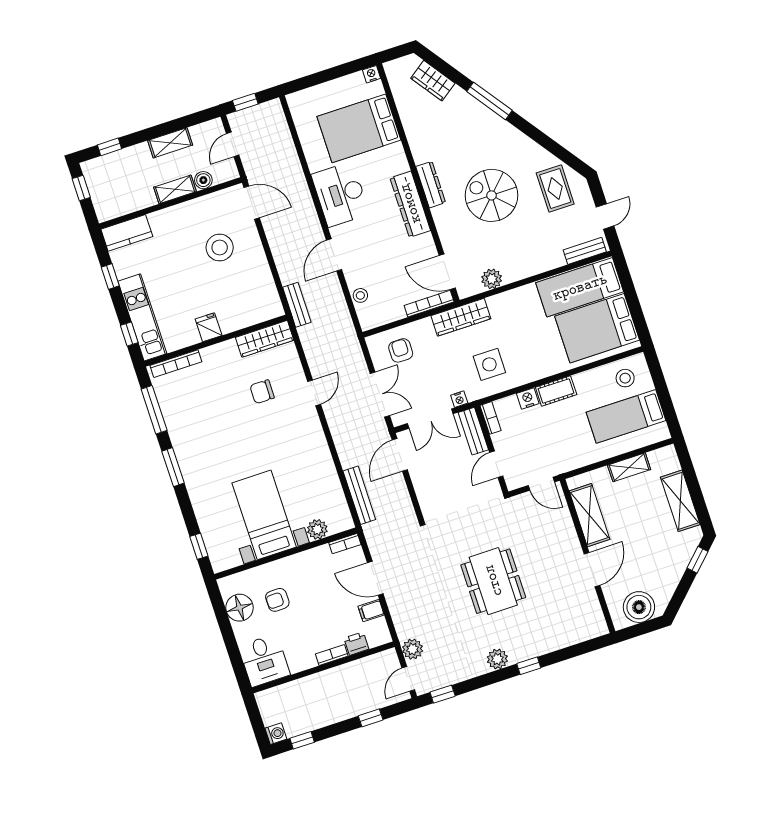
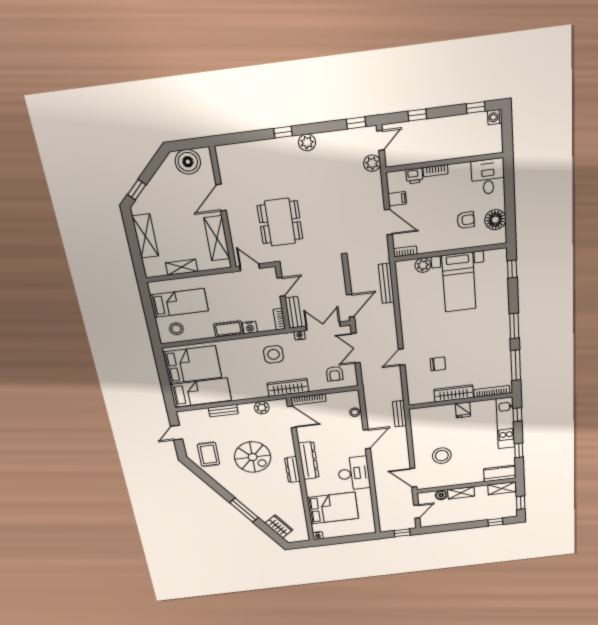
shelving: (170, 143) -> (502, 488), moved
bench: (585, 251) -> (223, 411), moved
wardrobe: (265, 339) -> (454, 393), moved
dining table: (493, 581) -> (280, 222), moved

